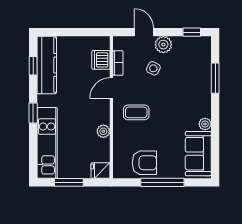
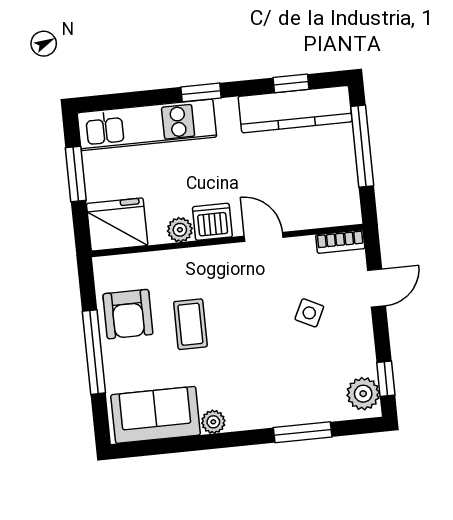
window: (69, 32) -> (362, 146), added
plant: (163, 45) -> (363, 394), moved
dishwasher: (101, 60) -> (212, 222), moved
bookcase: (118, 63) -> (340, 242), moved
coffee table: (136, 112) -> (190, 324), moved
fridge: (100, 171) -> (117, 224), width x1.88, depth x1.34

